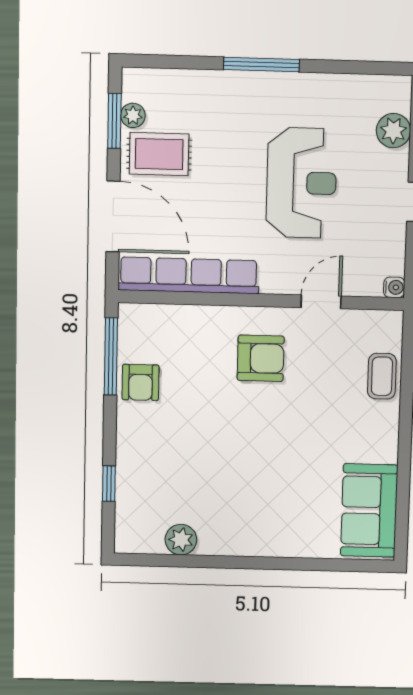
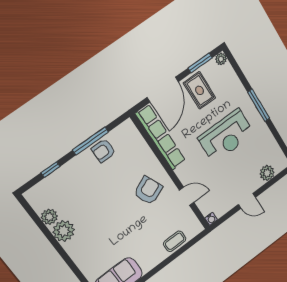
plant: (133, 115) -> (221, 59), moved
reception desk: (301, 183) -> (226, 136), moved
window: (111, 356) -> (90, 141), moved
armchair: (261, 358) -> (148, 191), turned -114
plant: (220, 535) -> (64, 231), added

